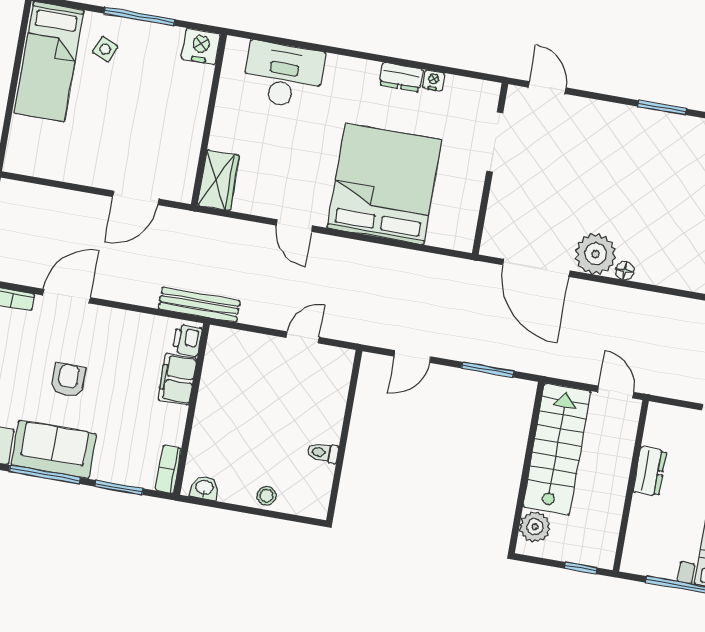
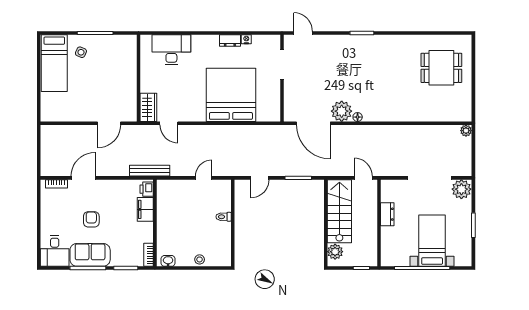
nightstand: (201, 46) -> (128, 42), removed
door: (295, 226) -> (169, 123), moved
toilet: (323, 453) -> (224, 217), moved

